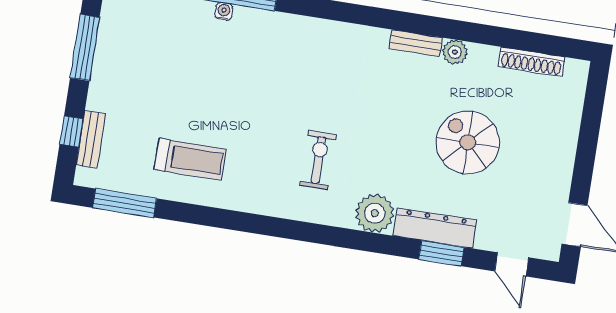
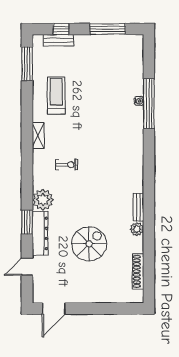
treadmill: (190, 159) -> (56, 95), turned 180
exercise bike: (318, 160) -> (67, 165), width x0.73, depth x0.72
shelving: (257, 203) -> (38, 135), added
window: (441, 253) -> (27, 222), moved
door: (512, 264) -> (27, 267), moved

